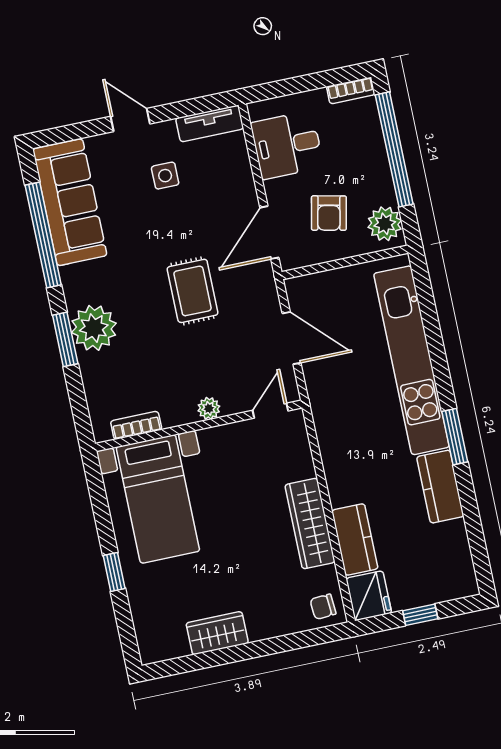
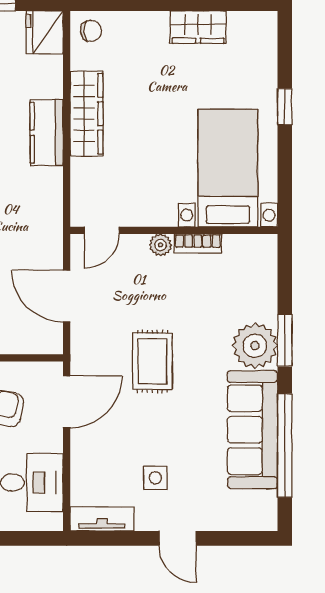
sofa: (70, 202) -> (252, 430), moved
bookcase: (136, 425) -> (198, 243), moved
kitchen counter: (355, 540) -> (47, 133), moved

